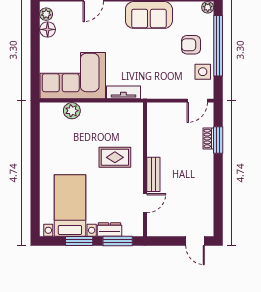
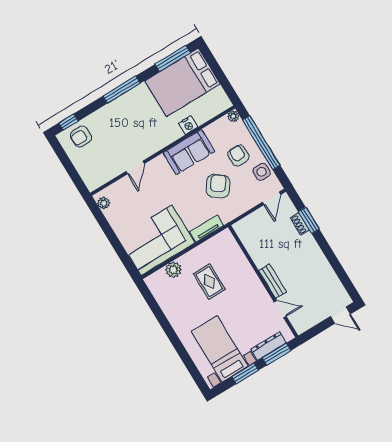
floor lamp: (48, 29) -> (113, 215), removed
armchair: (191, 45) -> (238, 156), turned 90
armchair: (156, 61) -> (218, 186), added
rug: (115, 157) -> (209, 282), moved, turned 90
door: (145, 203) -> (280, 309), hinge flipped
dresser: (109, 230) -> (269, 346), width x1.44

